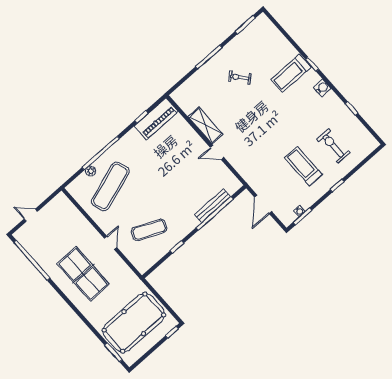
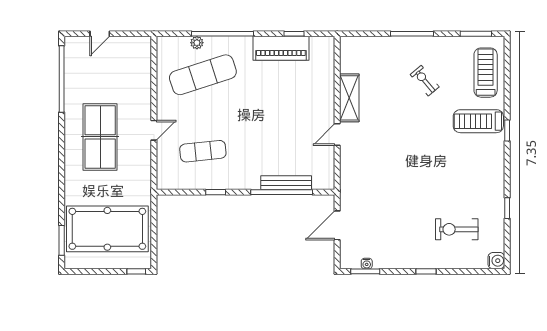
water cooler: (322, 88) -> (496, 261), moved
piano: (156, 119) -> (281, 48), moved
exercise bike: (333, 146) -> (457, 229), turned -90
door: (217, 152) -> (337, 134), hinge flipped
treadmill: (303, 166) -> (486, 73), moved
door: (31, 215) -> (100, 34), swing flipped
exercise mat: (149, 230) -> (203, 151), turned -30

